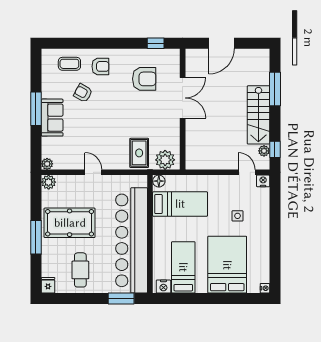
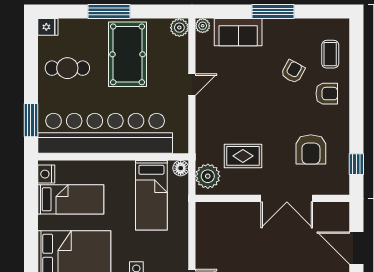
armchair: (100, 66) -> (327, 94), turned -90
sofa: (52, 118) -> (238, 32), moved
rug: (139, 153) -> (243, 156), moved

